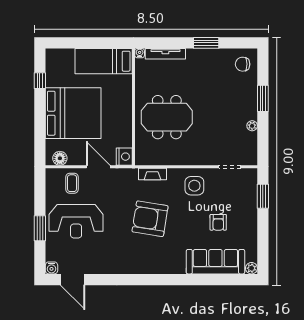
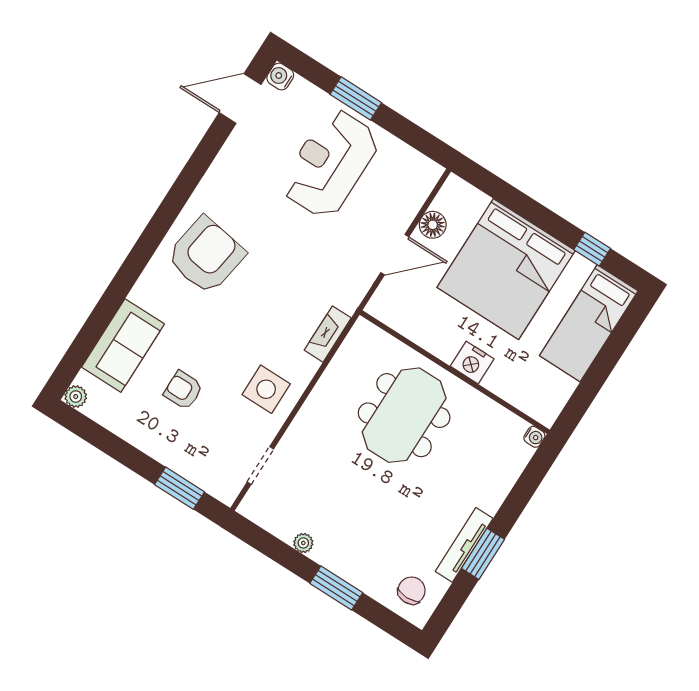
tv unit: (165, 54) -> (464, 545), moved
bed: (104, 61) -> (589, 323), moved, turned 180
nightstand: (124, 157) -> (472, 363), moved
floor lamp: (60, 158) -> (433, 225), moved
coffee table: (72, 183) -> (395, 196), removed
armchair: (150, 219) -> (206, 255), moved
sofa: (215, 262) -> (123, 346), width x0.73

